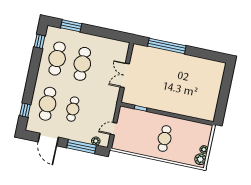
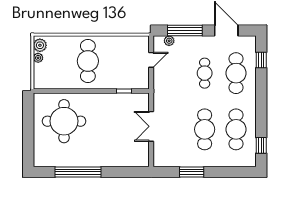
window: (71, 26) -> (192, 172), moved
window: (167, 46) -> (78, 172), moved
double door: (125, 75) -> (151, 126), swing flipped
round table: (194, 94) -> (64, 121), added
cafe table: (165, 139) -> (88, 61), width x1.37, depth x1.35

